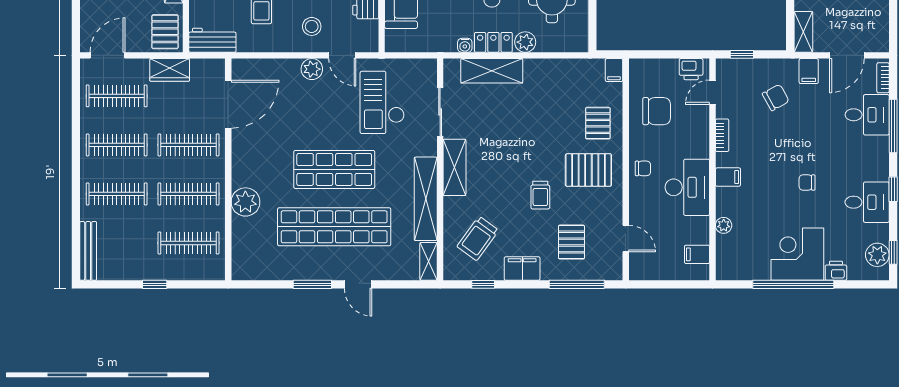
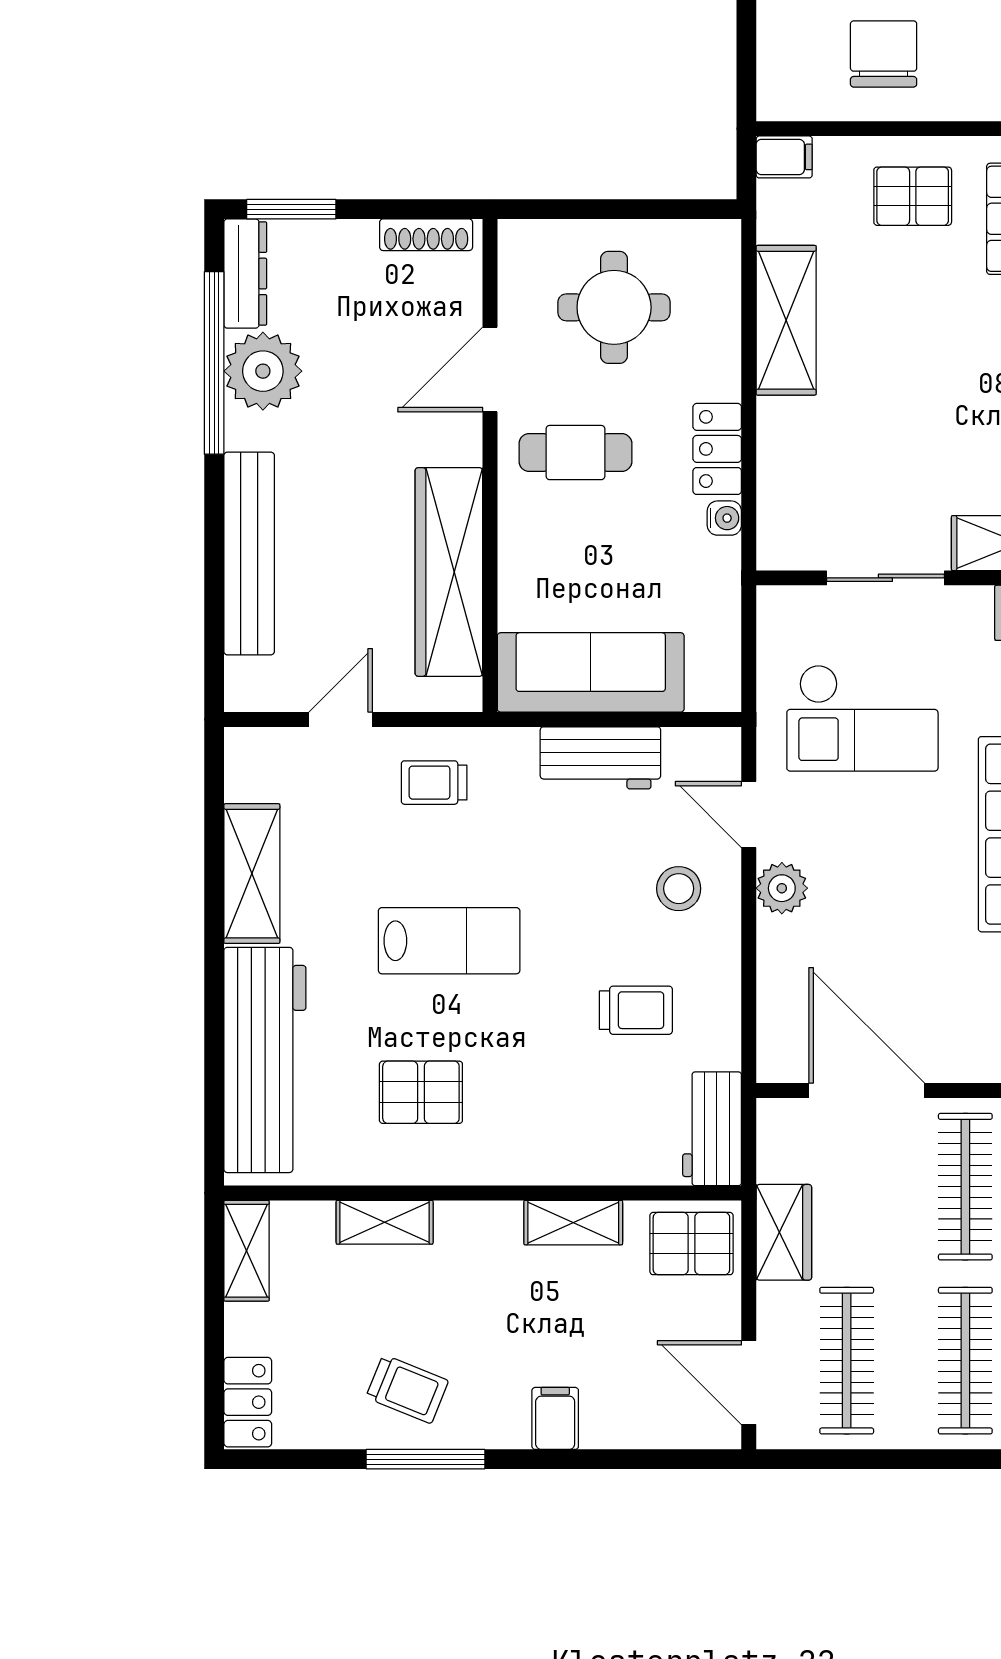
plant: (525, 42) -> (716, 372), removed
door: (342, 55) -> (749, 815), swing flipped
shelving: (492, 71) -> (786, 320), moved

